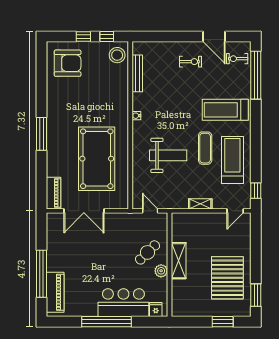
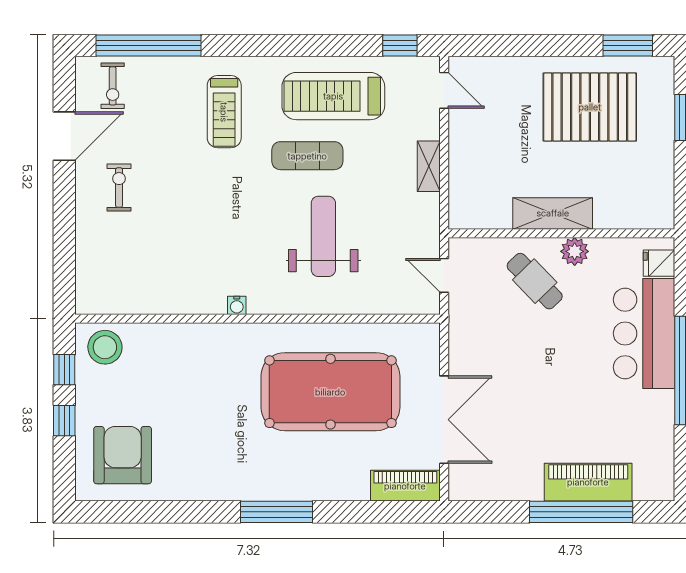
bench: (137, 73) -> (145, 303), removed
treadmill: (225, 110) -> (224, 112), width x0.73, depth x0.73
door: (150, 211) -> (444, 275), hinge flipped
piano: (55, 292) -> (588, 482), moved

